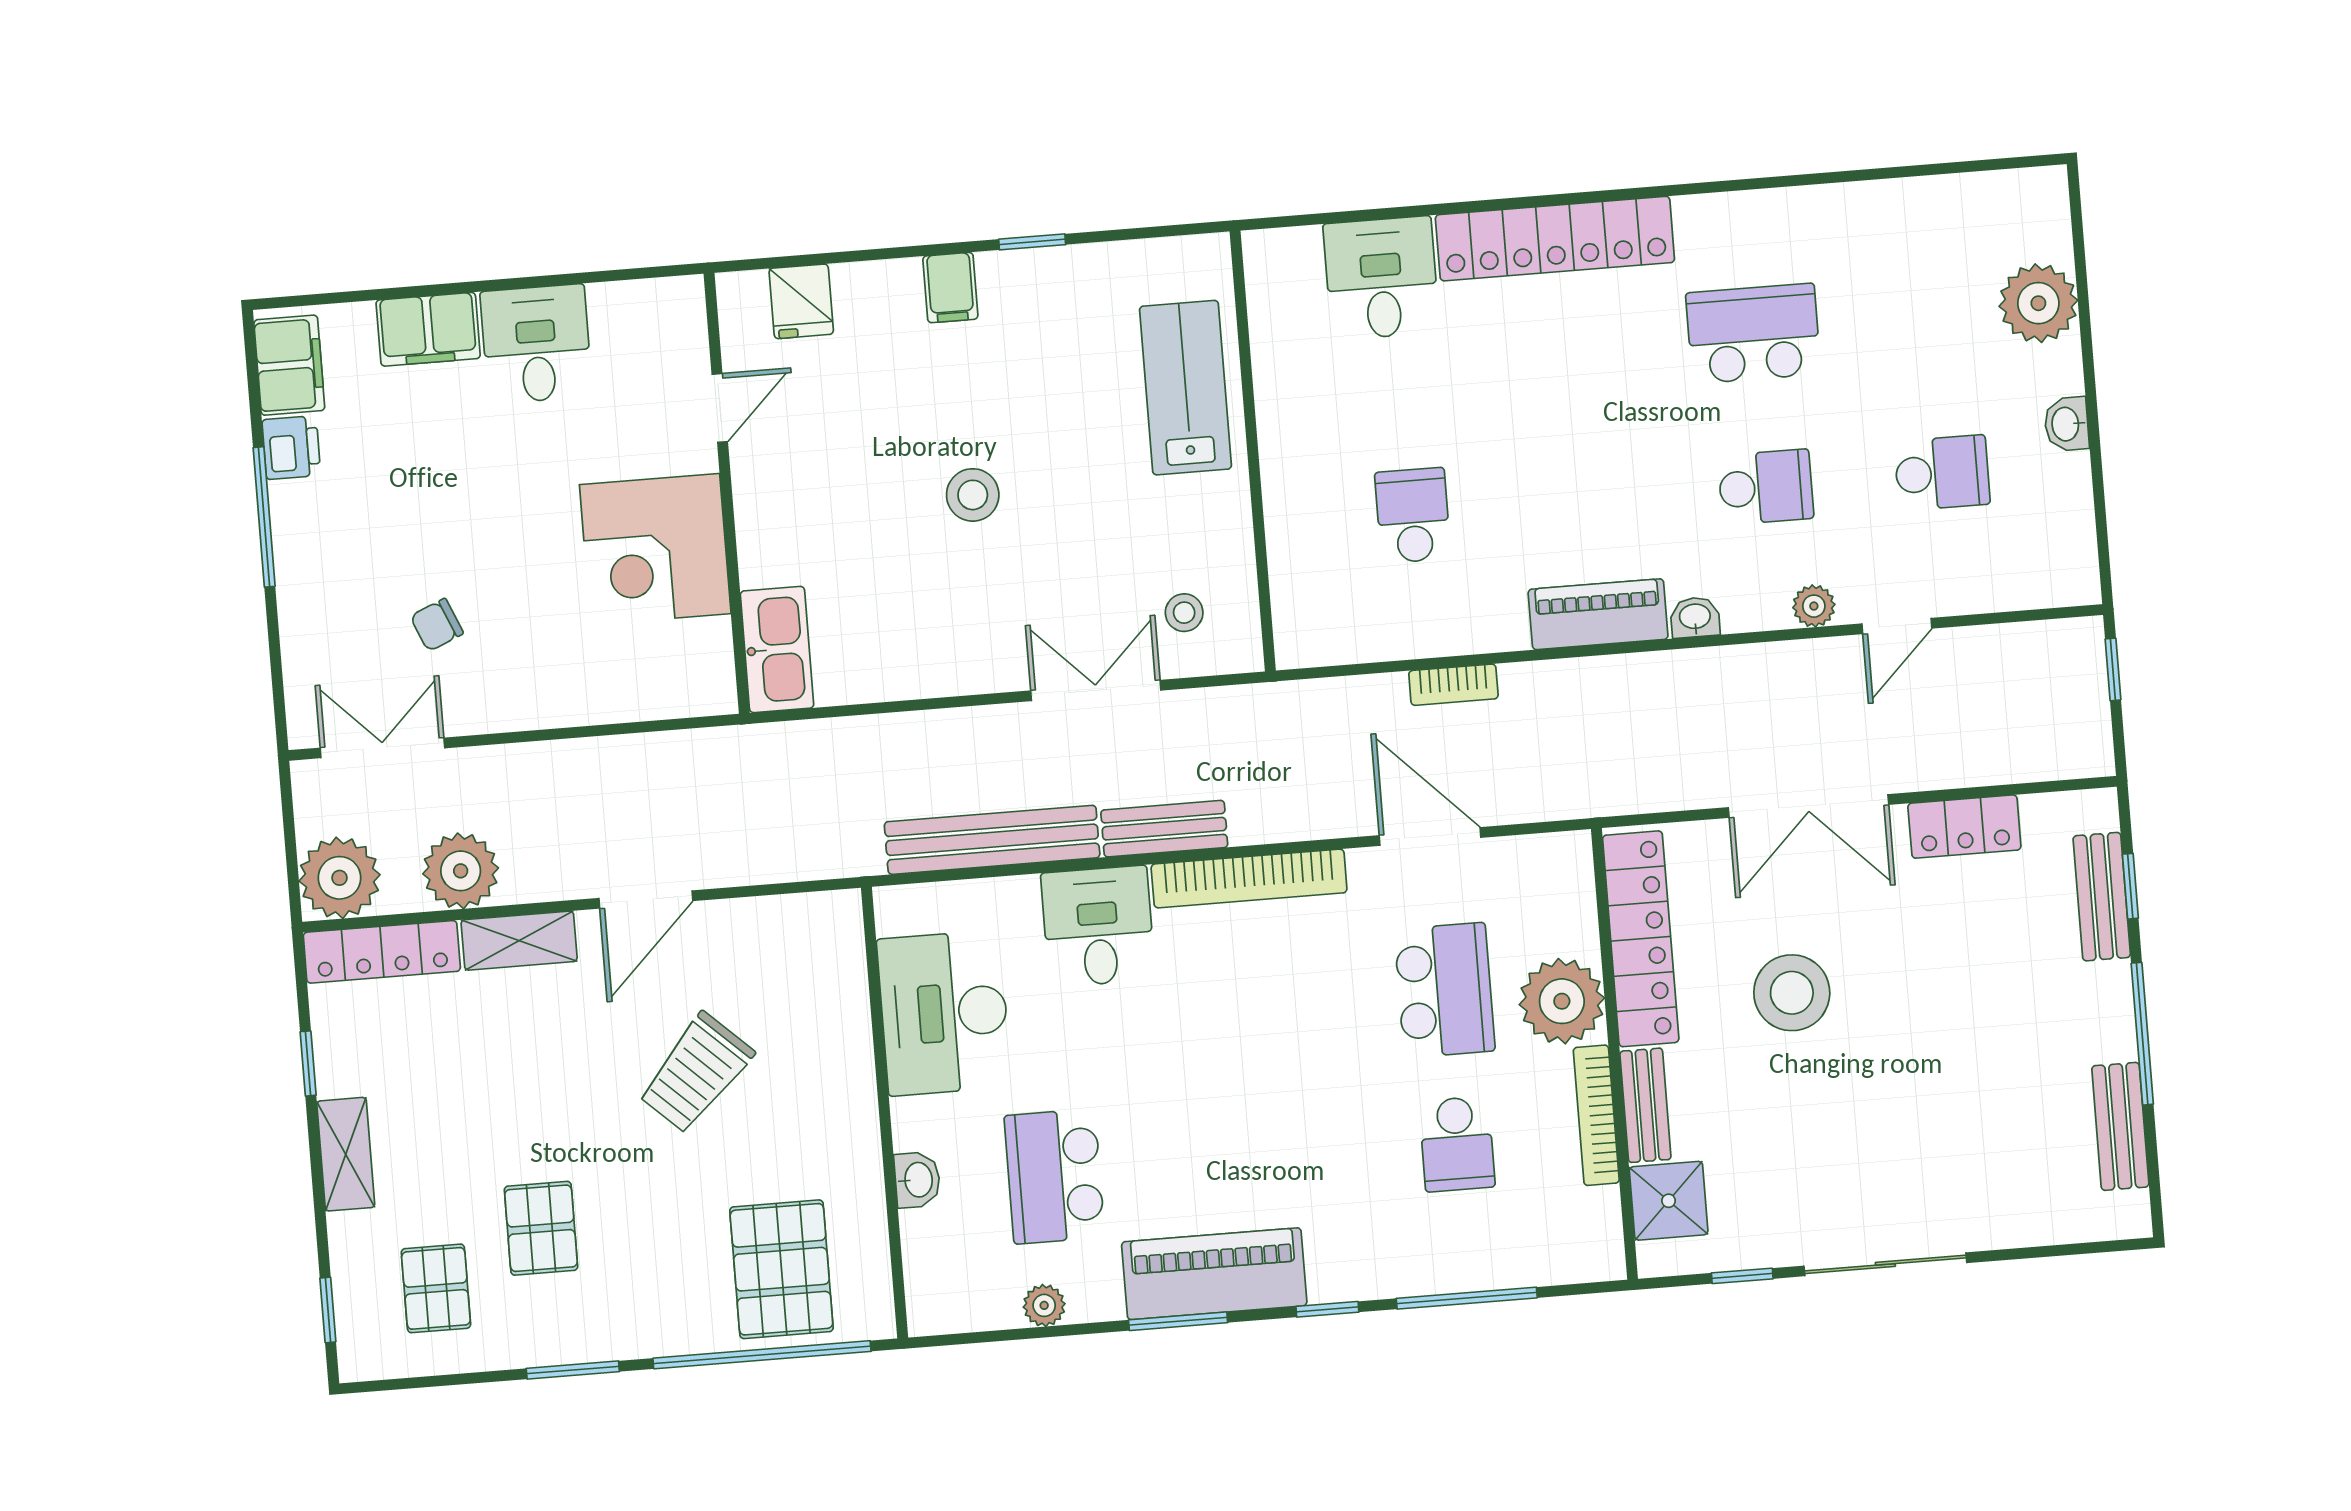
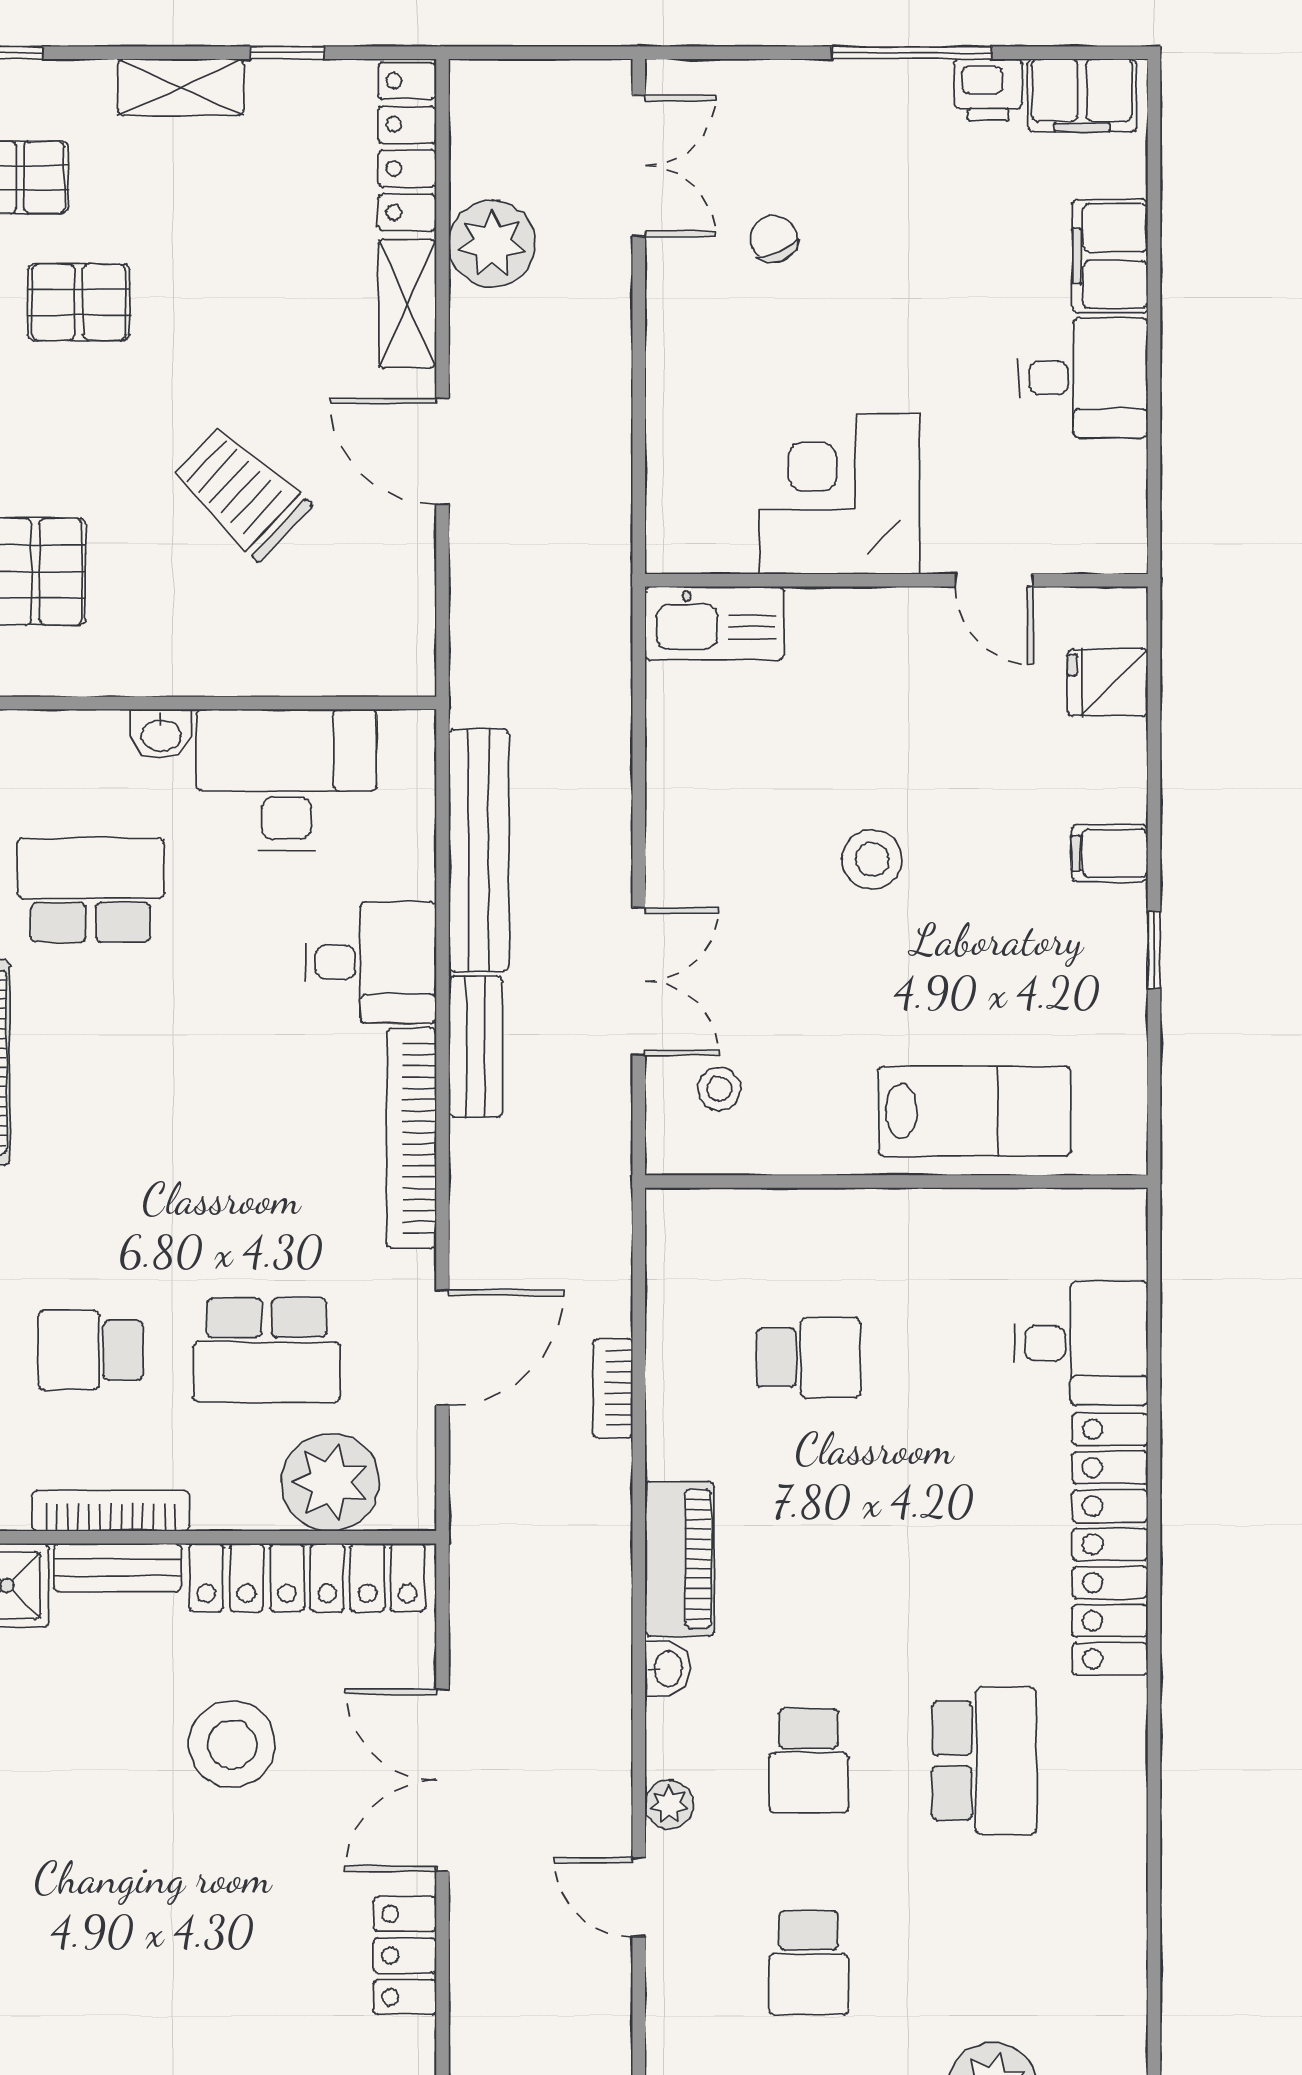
plant: (340, 878) -> (495, 105), removed
plant: (1562, 1001) -> (331, 1482), moved
washbasin: (917, 1180) -> (161, 734), moved

